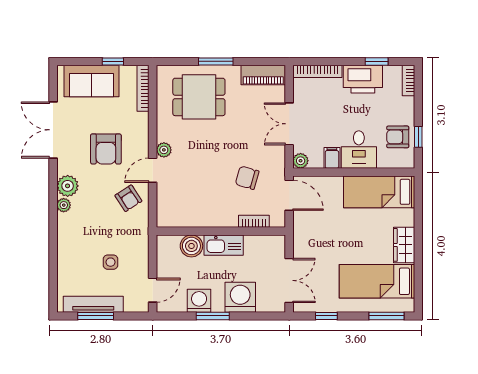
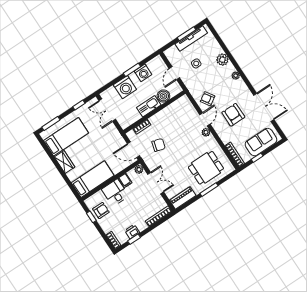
printer: (363, 79) -> (132, 232), width x0.53, depth x0.68
plant: (68, 186) -> (222, 60), moved
door: (153, 290) -> (174, 73), moved

